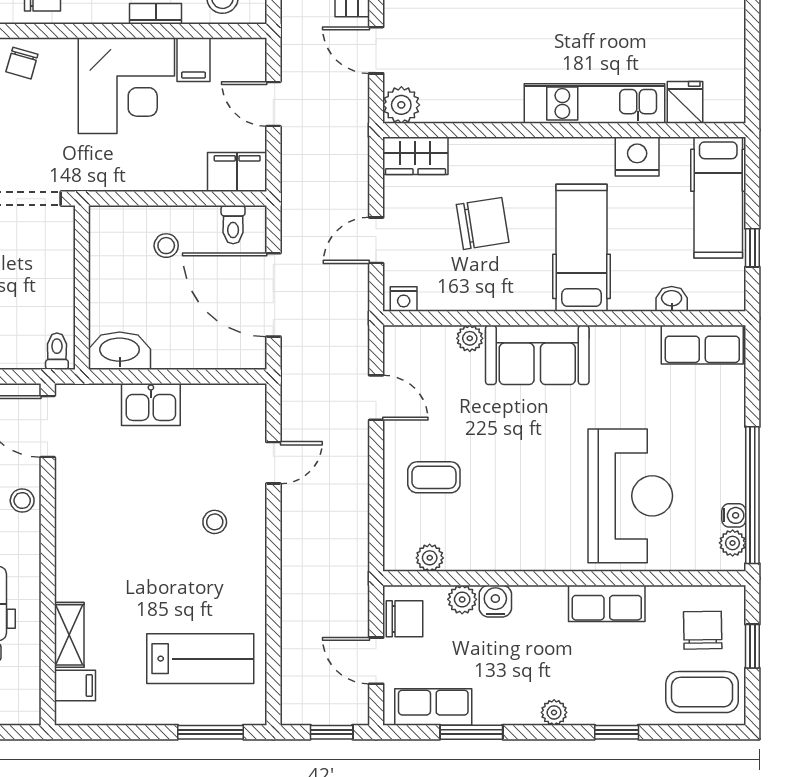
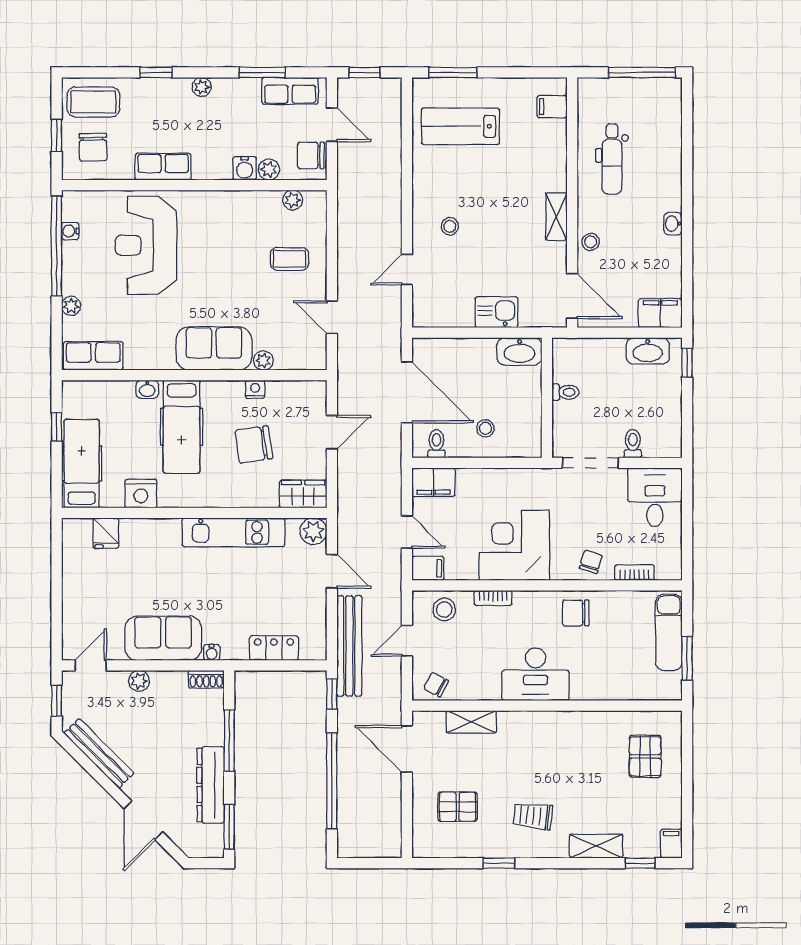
filing cabinet: (194, 60) -> (428, 568), moved, turned 90
kitchen unit: (595, 103) -> (233, 532), moved
nightstand: (404, 299) -> (255, 389), moved
washbasin: (672, 299) -> (147, 389), moved
toilet: (57, 351) -> (565, 392), moved, turned -90
plant: (733, 543) -> (71, 306), moved
shelving: (69, 635) -> (556, 217), moved

